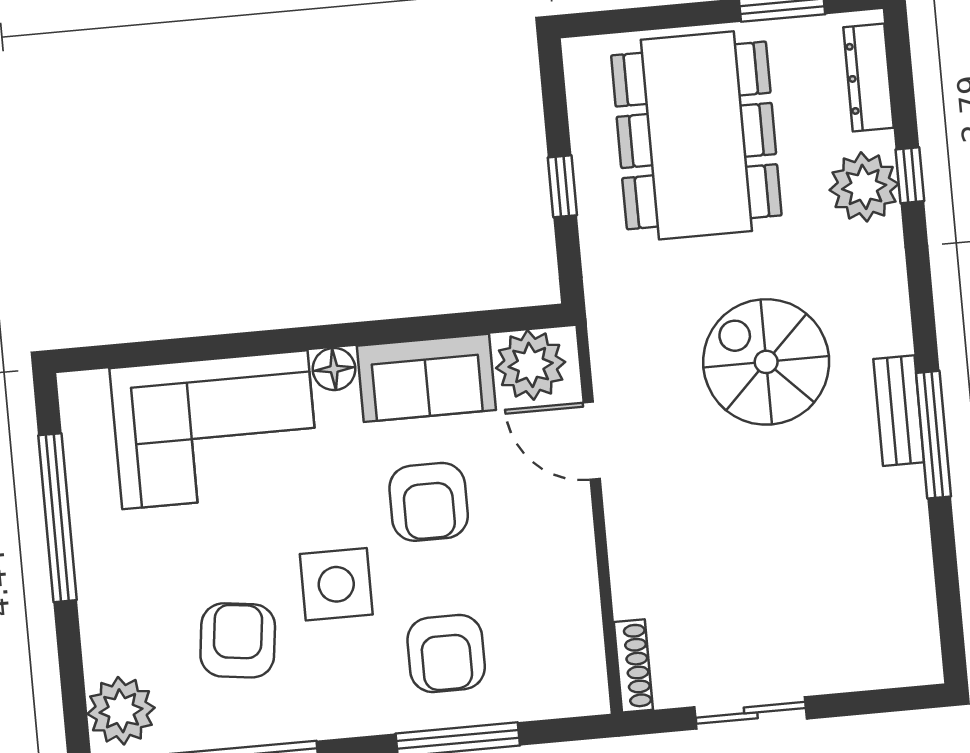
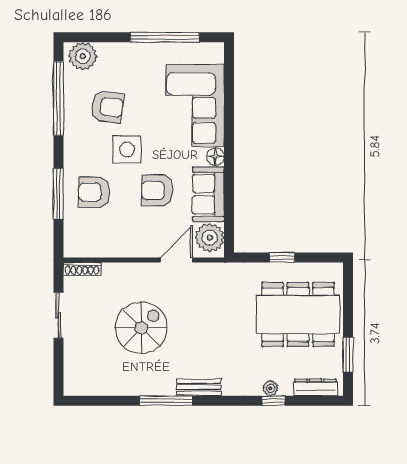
plant: (864, 187) -> (271, 388), width x0.53, depth x0.53
spiral stairs: (766, 362) -> (141, 328), moved
bench: (899, 411) -> (199, 387), moved

